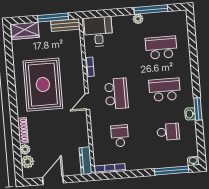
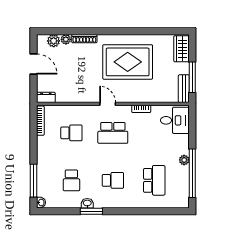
window: (151, 9) -> (192, 173), width x1.46
school desk: (165, 90) -> (113, 180), width x0.54
dresser: (86, 161) -> (46, 97), width x0.70

